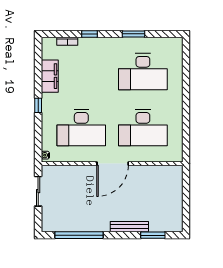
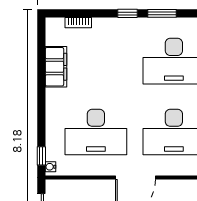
window: (89, 34) -> (127, 13), moved
window: (38, 105) -> (41, 156), moved

